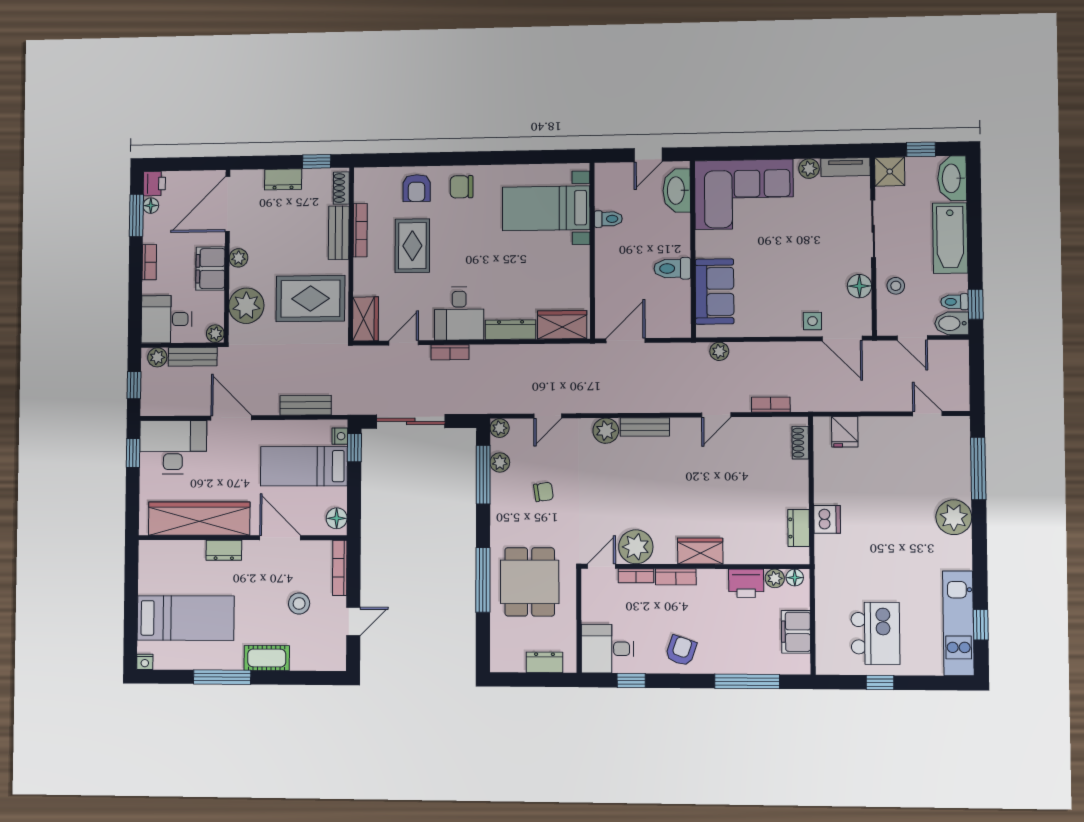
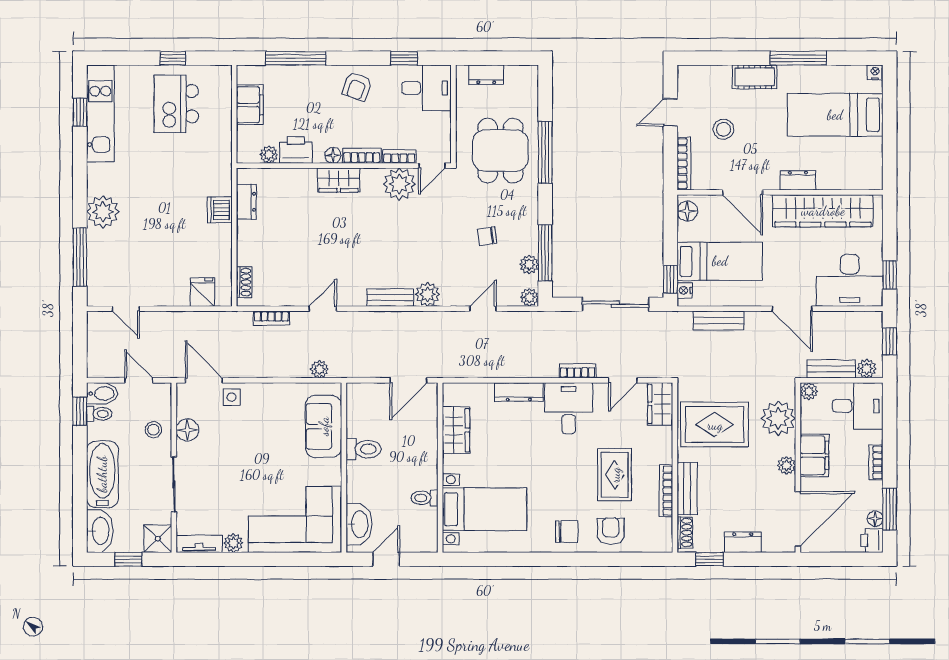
wardrobe: (562, 325) -> (456, 430), moved, turned -90
floor lamp: (795, 578) -> (333, 155), moved

